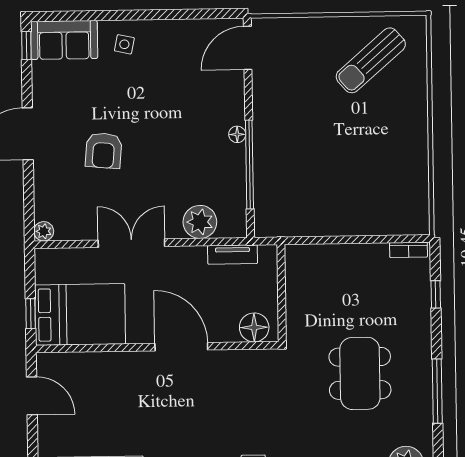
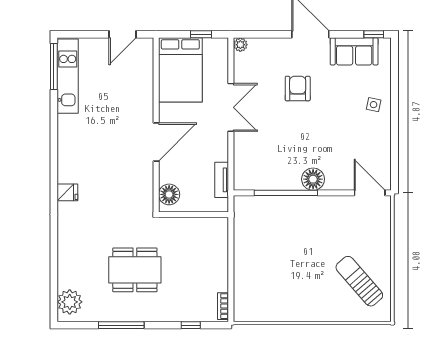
sofa: (64, 40) -> (354, 51), moved, turned -90
floor lamp: (237, 134) -> (313, 179), width x1.89, depth x1.89
armchair: (104, 151) -> (298, 88), turned 85
plant: (200, 222) -> (245, 157), removed
window: (31, 314) -> (201, 34), moved

